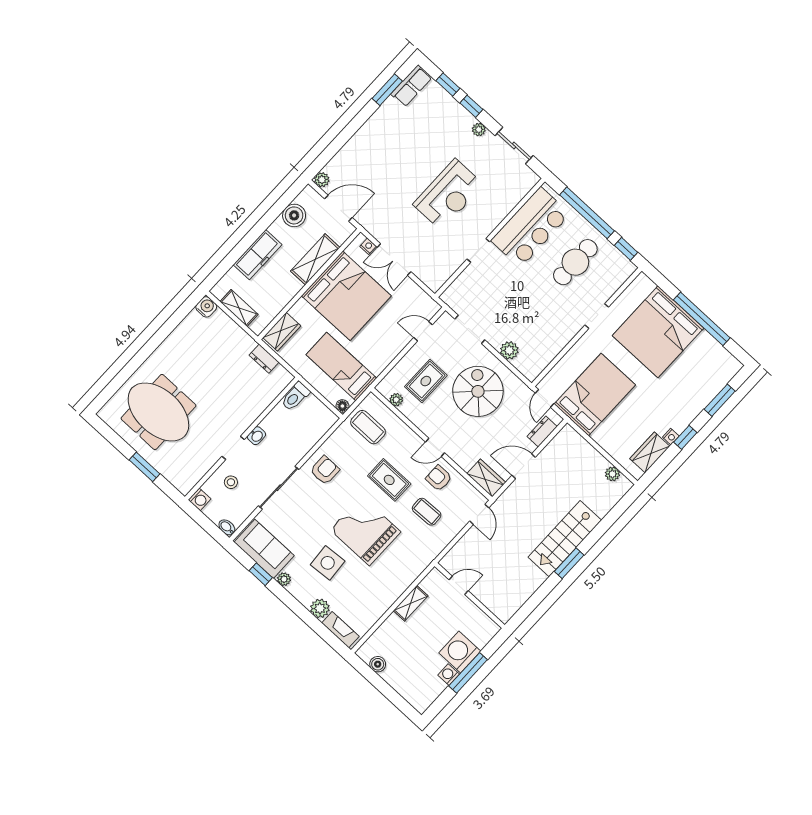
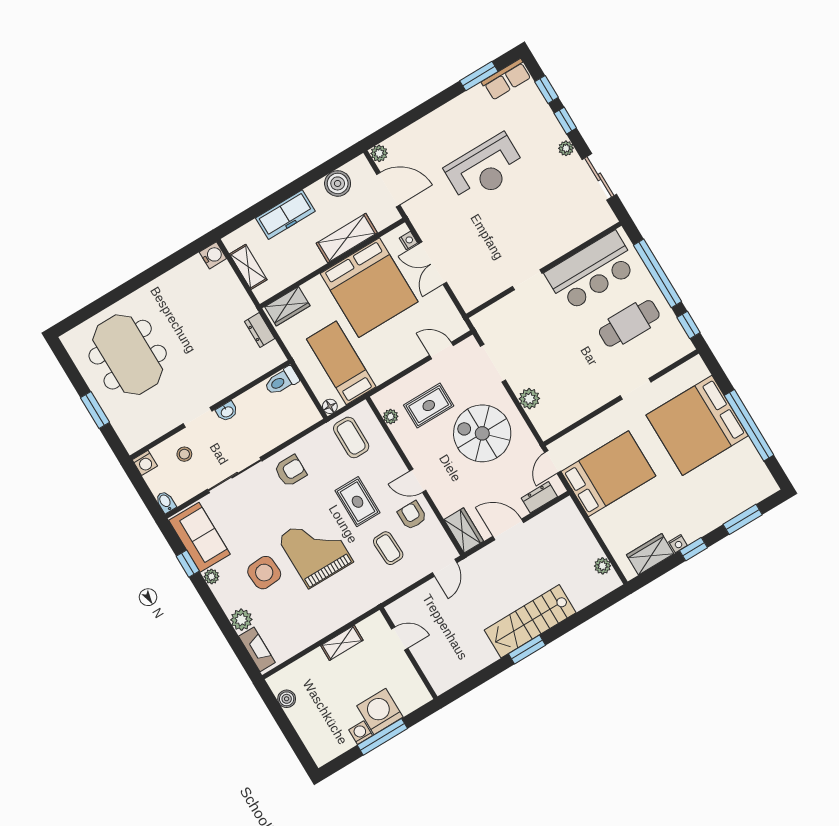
reception desk: (448, 194) -> (485, 169), moved
spiral stairs: (478, 391) -> (482, 433), turned -90

